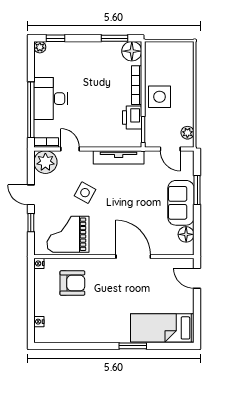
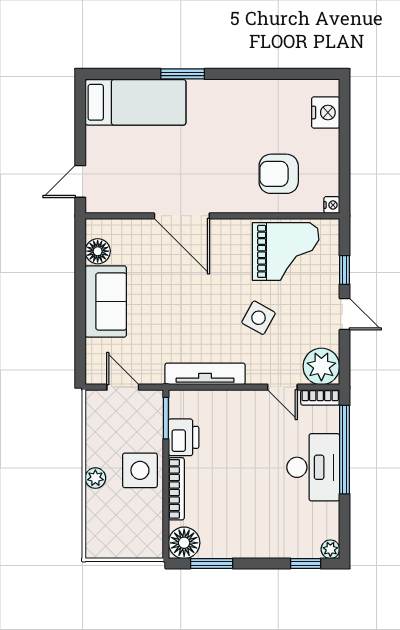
plant: (187, 133) -> (95, 478), moved
window: (197, 190) -> (80, 322), removed
door: (197, 278) -> (80, 181), swing flipped
nightstand: (39, 322) -> (326, 113), width x1.89, depth x1.79

